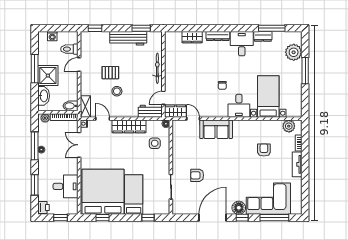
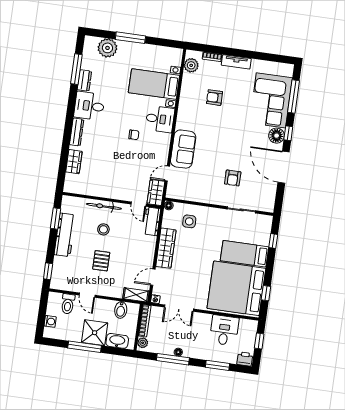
stool: (117, 91) -> (103, 229), moved
bidet: (71, 106) -> (121, 310), moved

